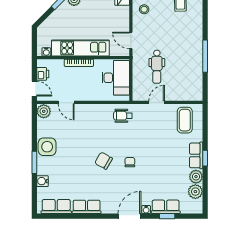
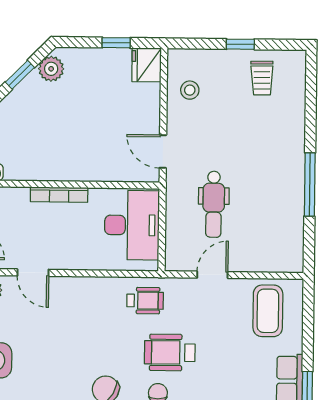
kitchen unit: (80, 48) -> (62, 165), removed
wheelchair: (123, 116) -> (145, 301), turned 180
wheelchair: (136, 142) -> (170, 352), added

